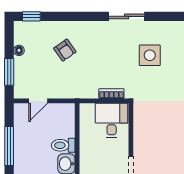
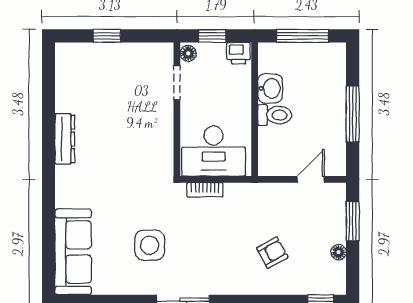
armchair: (65, 50) -> (272, 253), turned 96
desk: (112, 120) -> (214, 151), width x1.37

